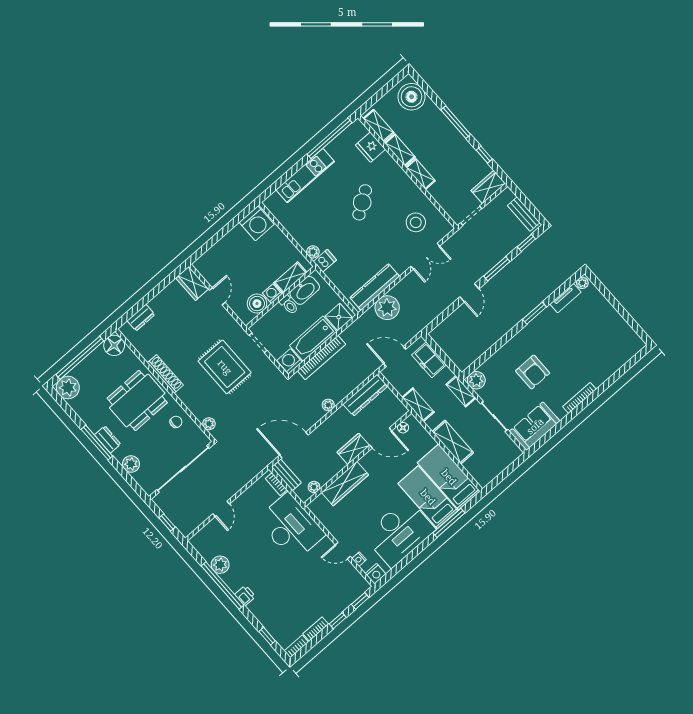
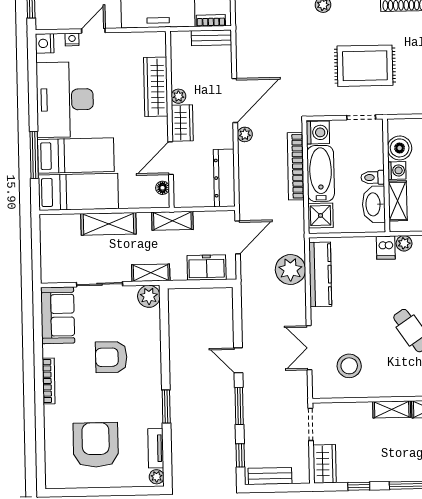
armchair: (594, 336) -> (96, 445), added
door: (294, 445) -> (235, 100), moved
plant: (314, 487) -> (178, 96), moved

